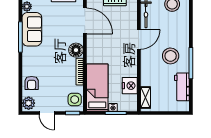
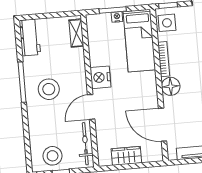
nightstand: (130, 86) -> (100, 77), moved
workbench: (182, 87) -> (30, 37), moved

